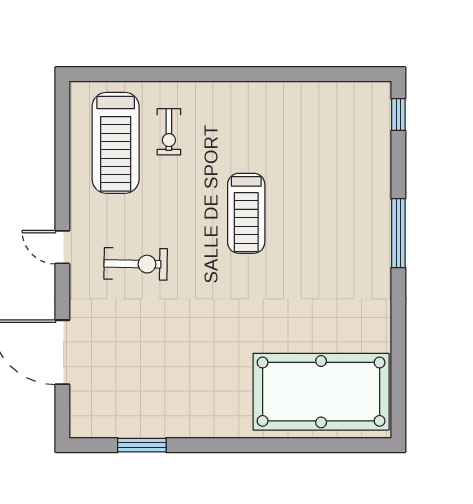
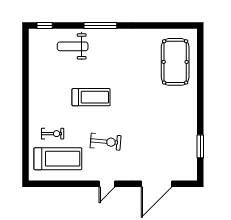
weight bench: (354, 174) -> (73, 46), added
exercise bike: (136, 264) -> (106, 142), moved, turned 94
pool table: (321, 392) -> (175, 62), width x0.73, depth x0.76

